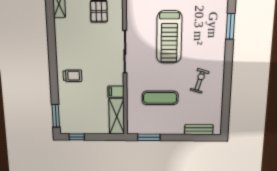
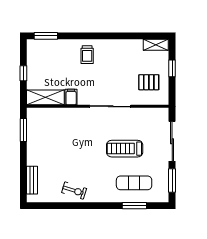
treadmill: (169, 37) -> (125, 149), width x0.73, depth x0.73
exercise bike: (200, 81) -> (74, 191), moved
exercise mat: (160, 98) -> (134, 183), moved, turned 90
window: (77, 137) -> (23, 73), moved

